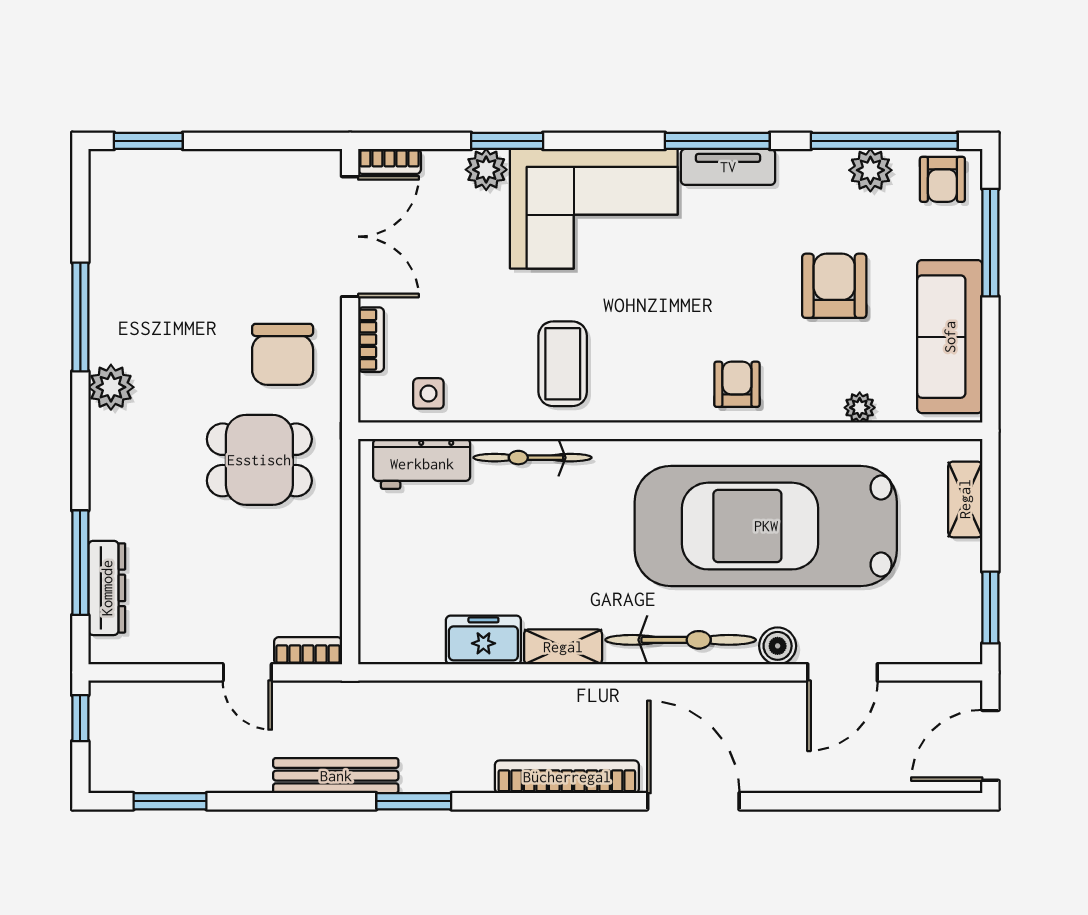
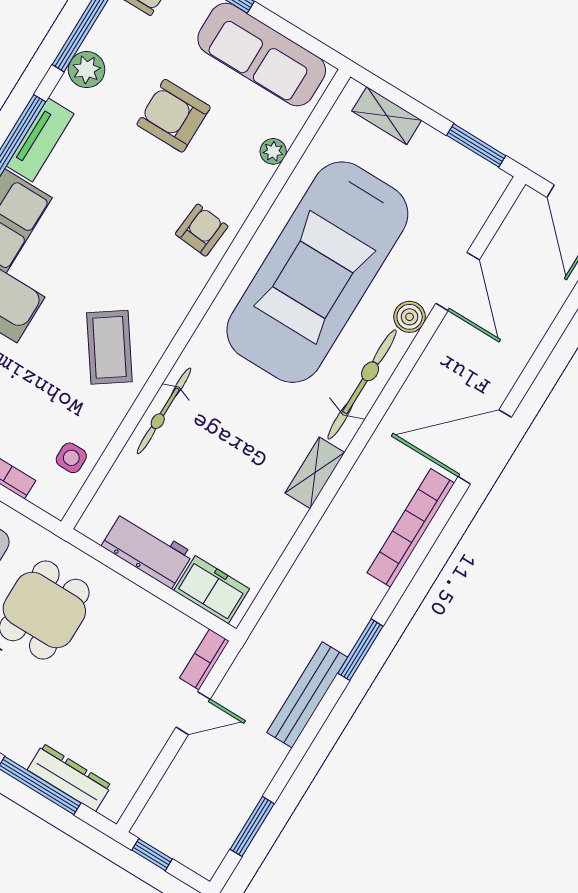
plant: (870, 170) -> (87, 70), moved
coffee table: (563, 364) -> (109, 347), turned 55
armchair: (737, 384) -> (202, 230), turned 95
workbench: (422, 464) -> (147, 549), moved, turned -90
freezer: (483, 640) -> (212, 590), moved, turned 90

